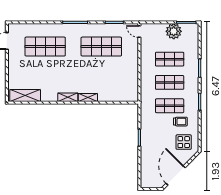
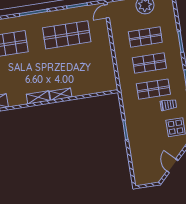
door: (139, 31) -> (107, 11), hinge flipped
door: (176, 175) -> (172, 166), width x0.53

